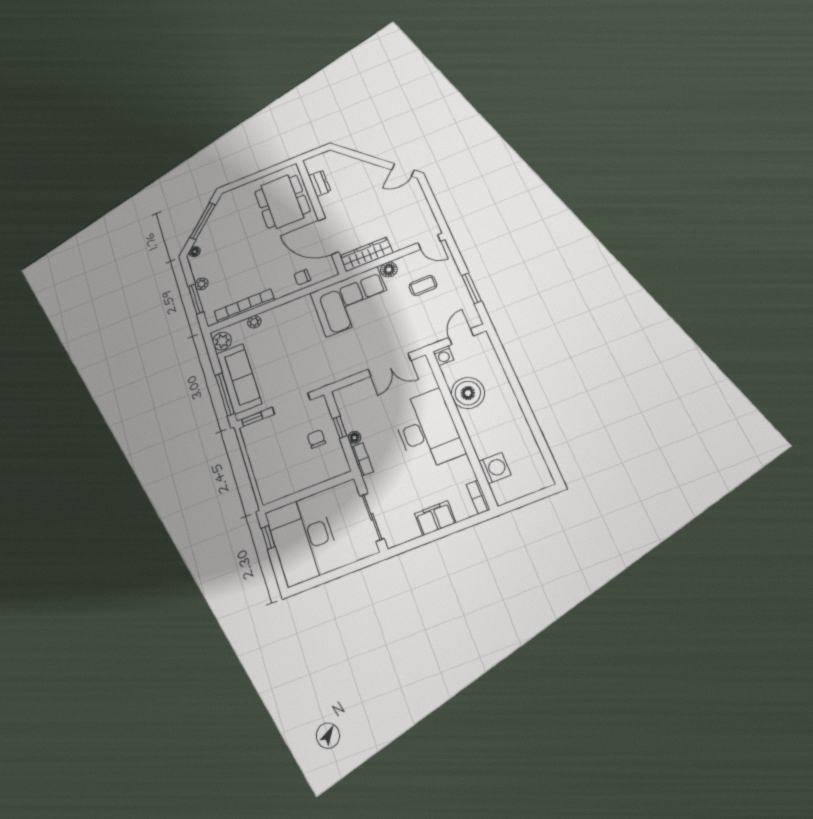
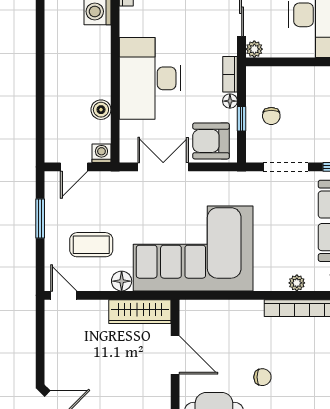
door: (328, 236) -> (175, 355), width x0.73
chair: (302, 277) -> (262, 377), moved
coffee table: (423, 286) -> (91, 245), width x1.36, depth x1.30
corner sofa: (352, 302) -> (193, 248), width x1.36, depth x1.36
boiler: (468, 393) -> (101, 110), width x0.54, depth x0.54
armchair: (358, 400) -> (211, 141), added
plant: (349, 488) -> (254, 49), added

